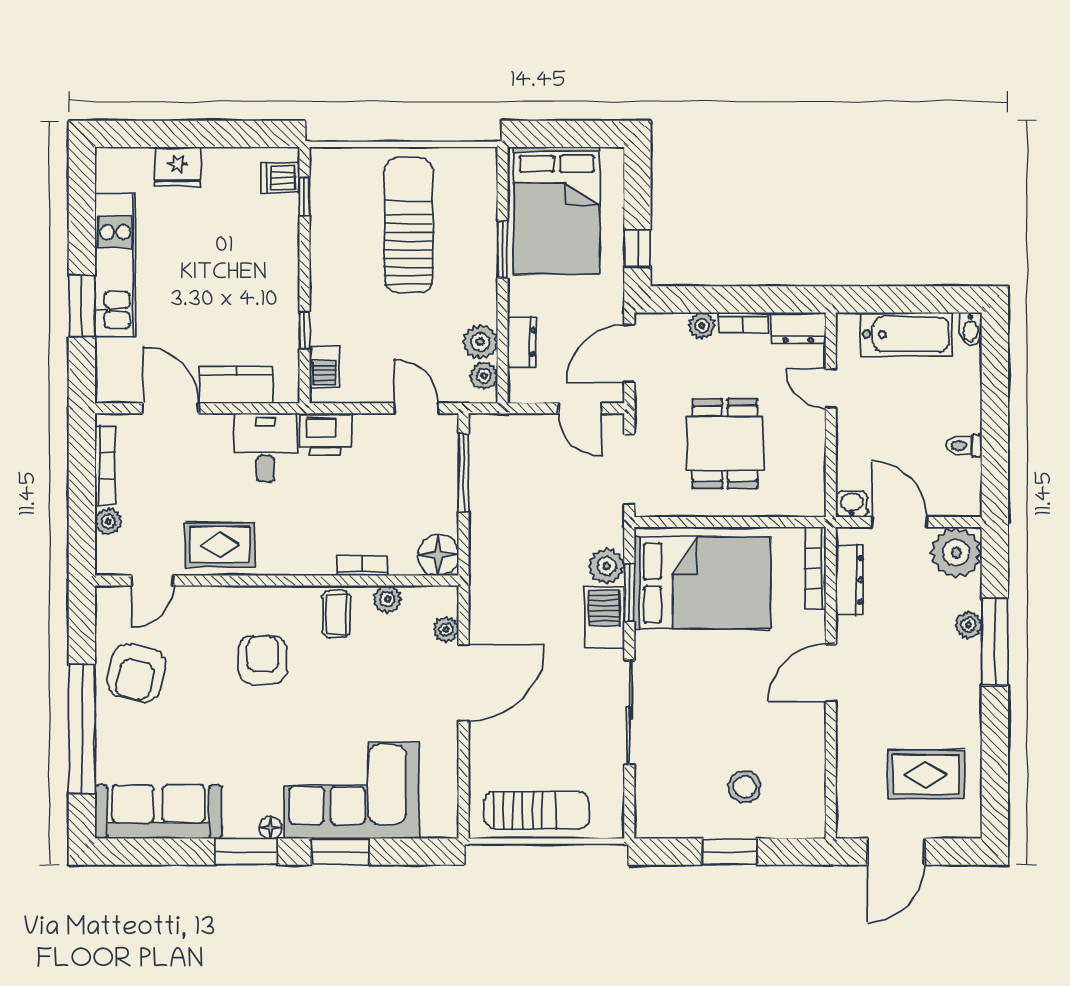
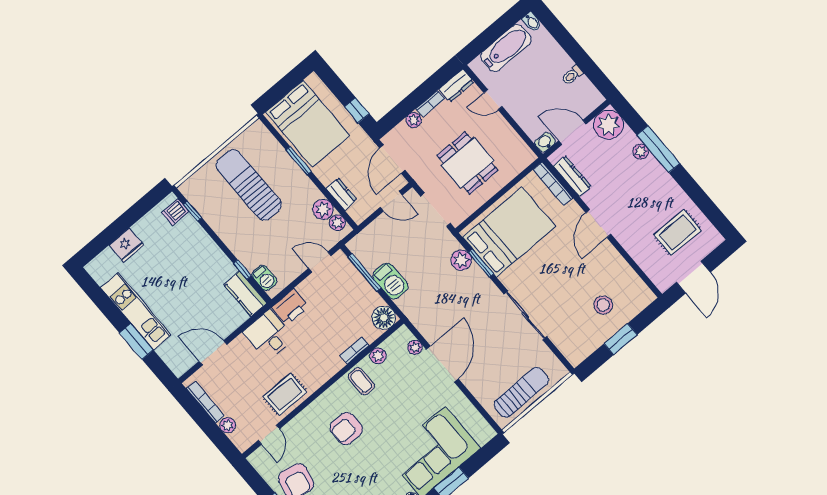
kitchen counter: (236, 385) -> (245, 294), moved, turned -90
barbecue: (604, 617) -> (390, 281), moved, turned 180
armchair: (263, 660) -> (346, 428), turned -90

